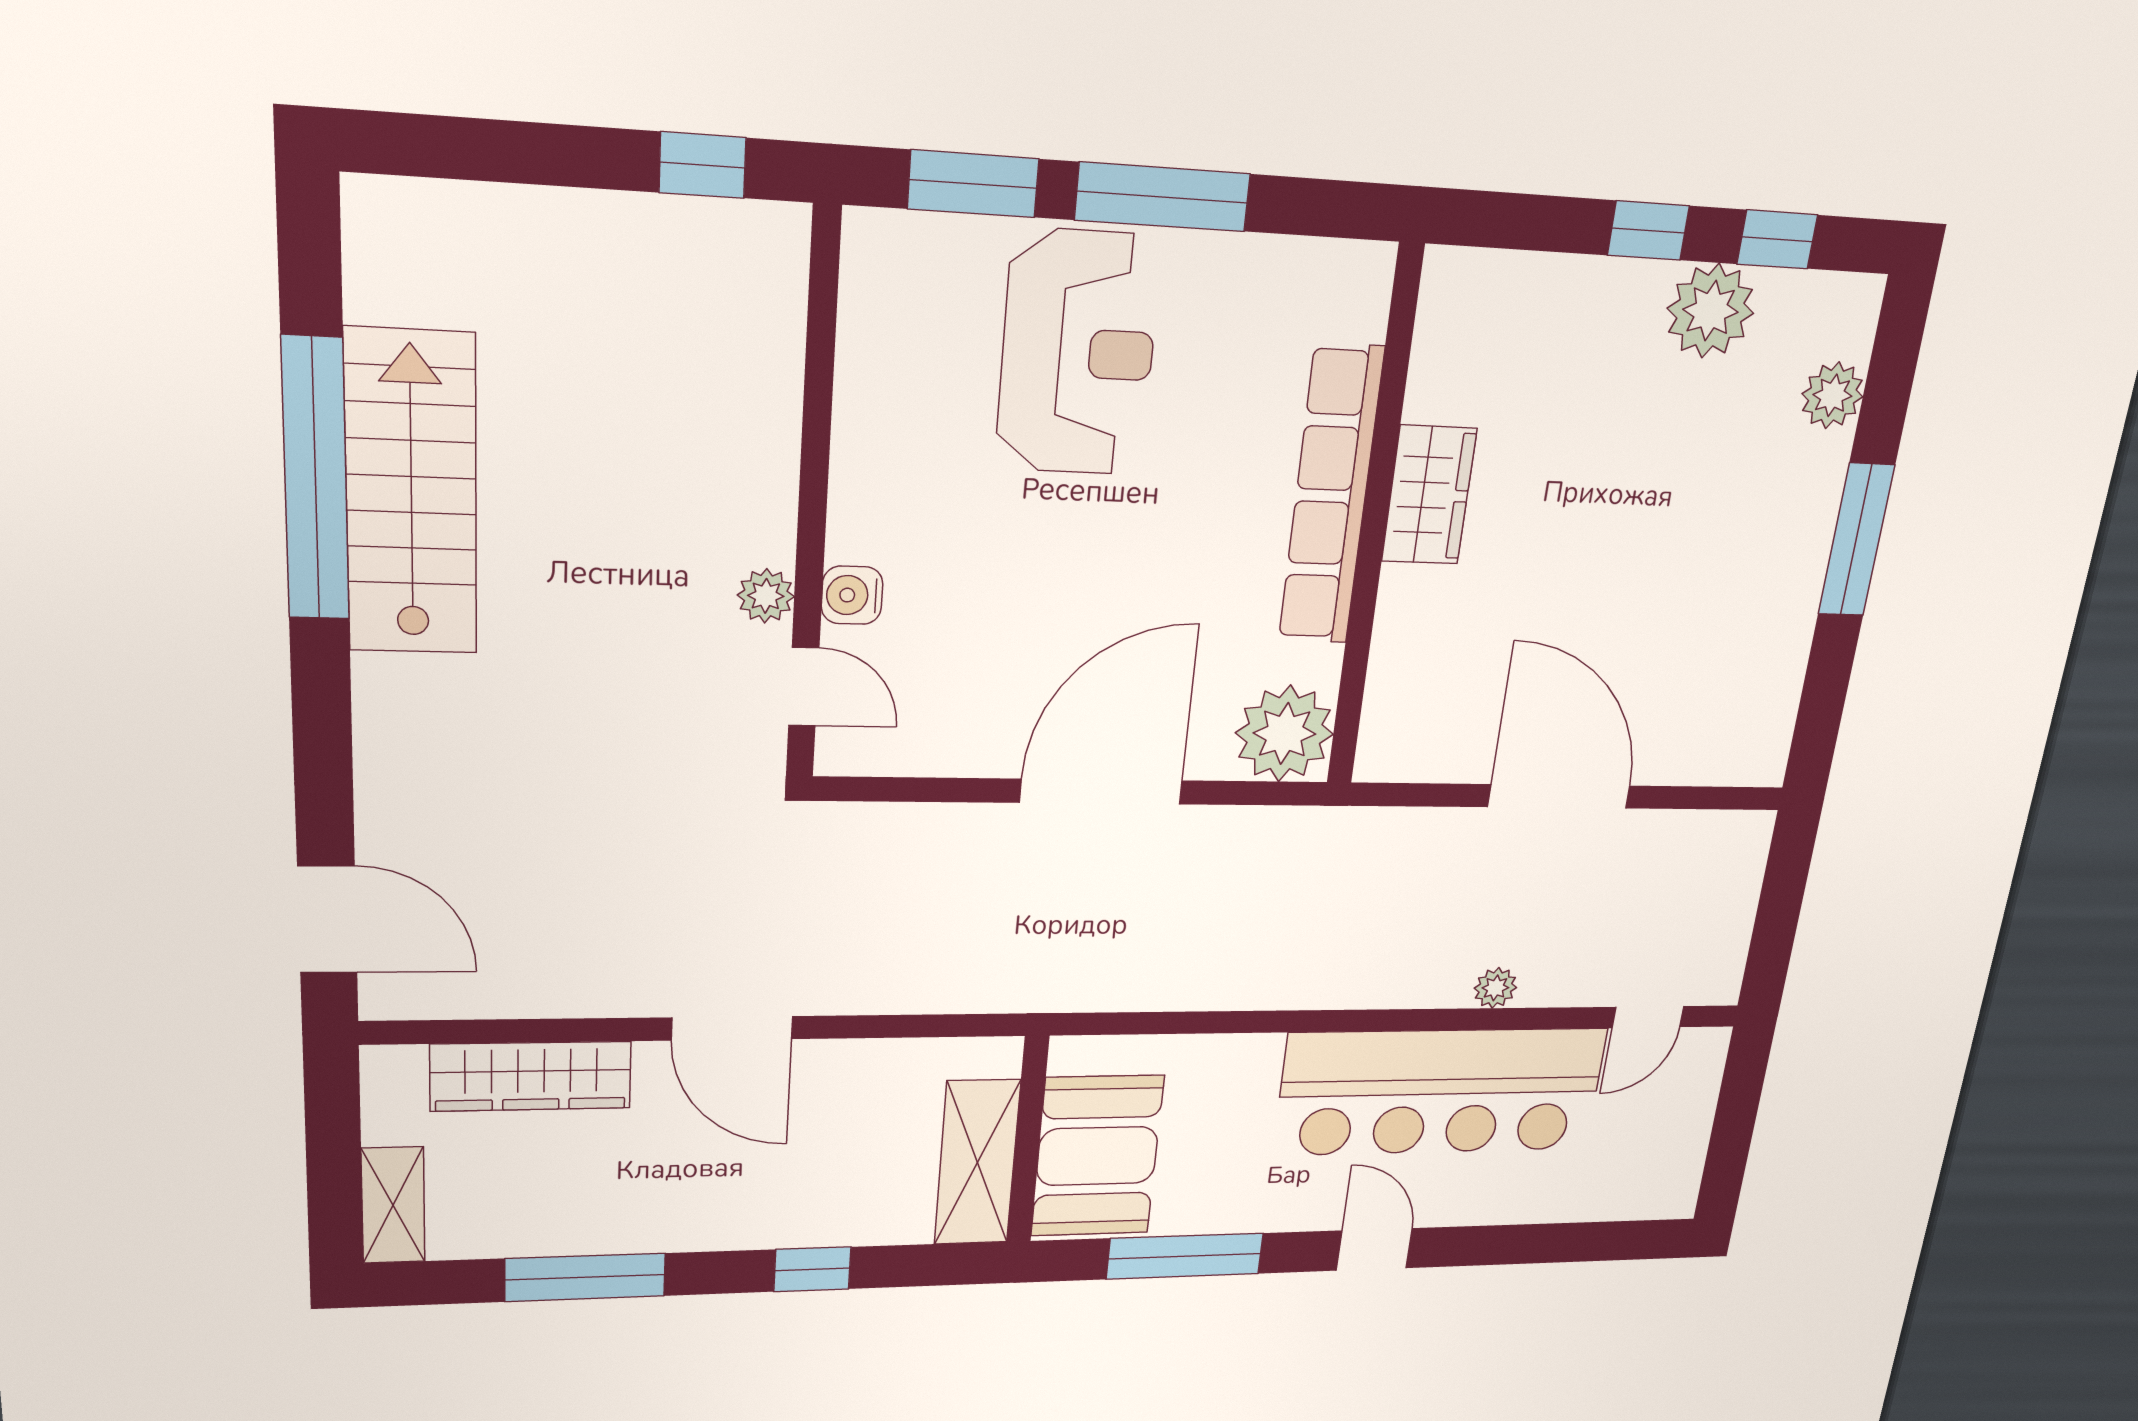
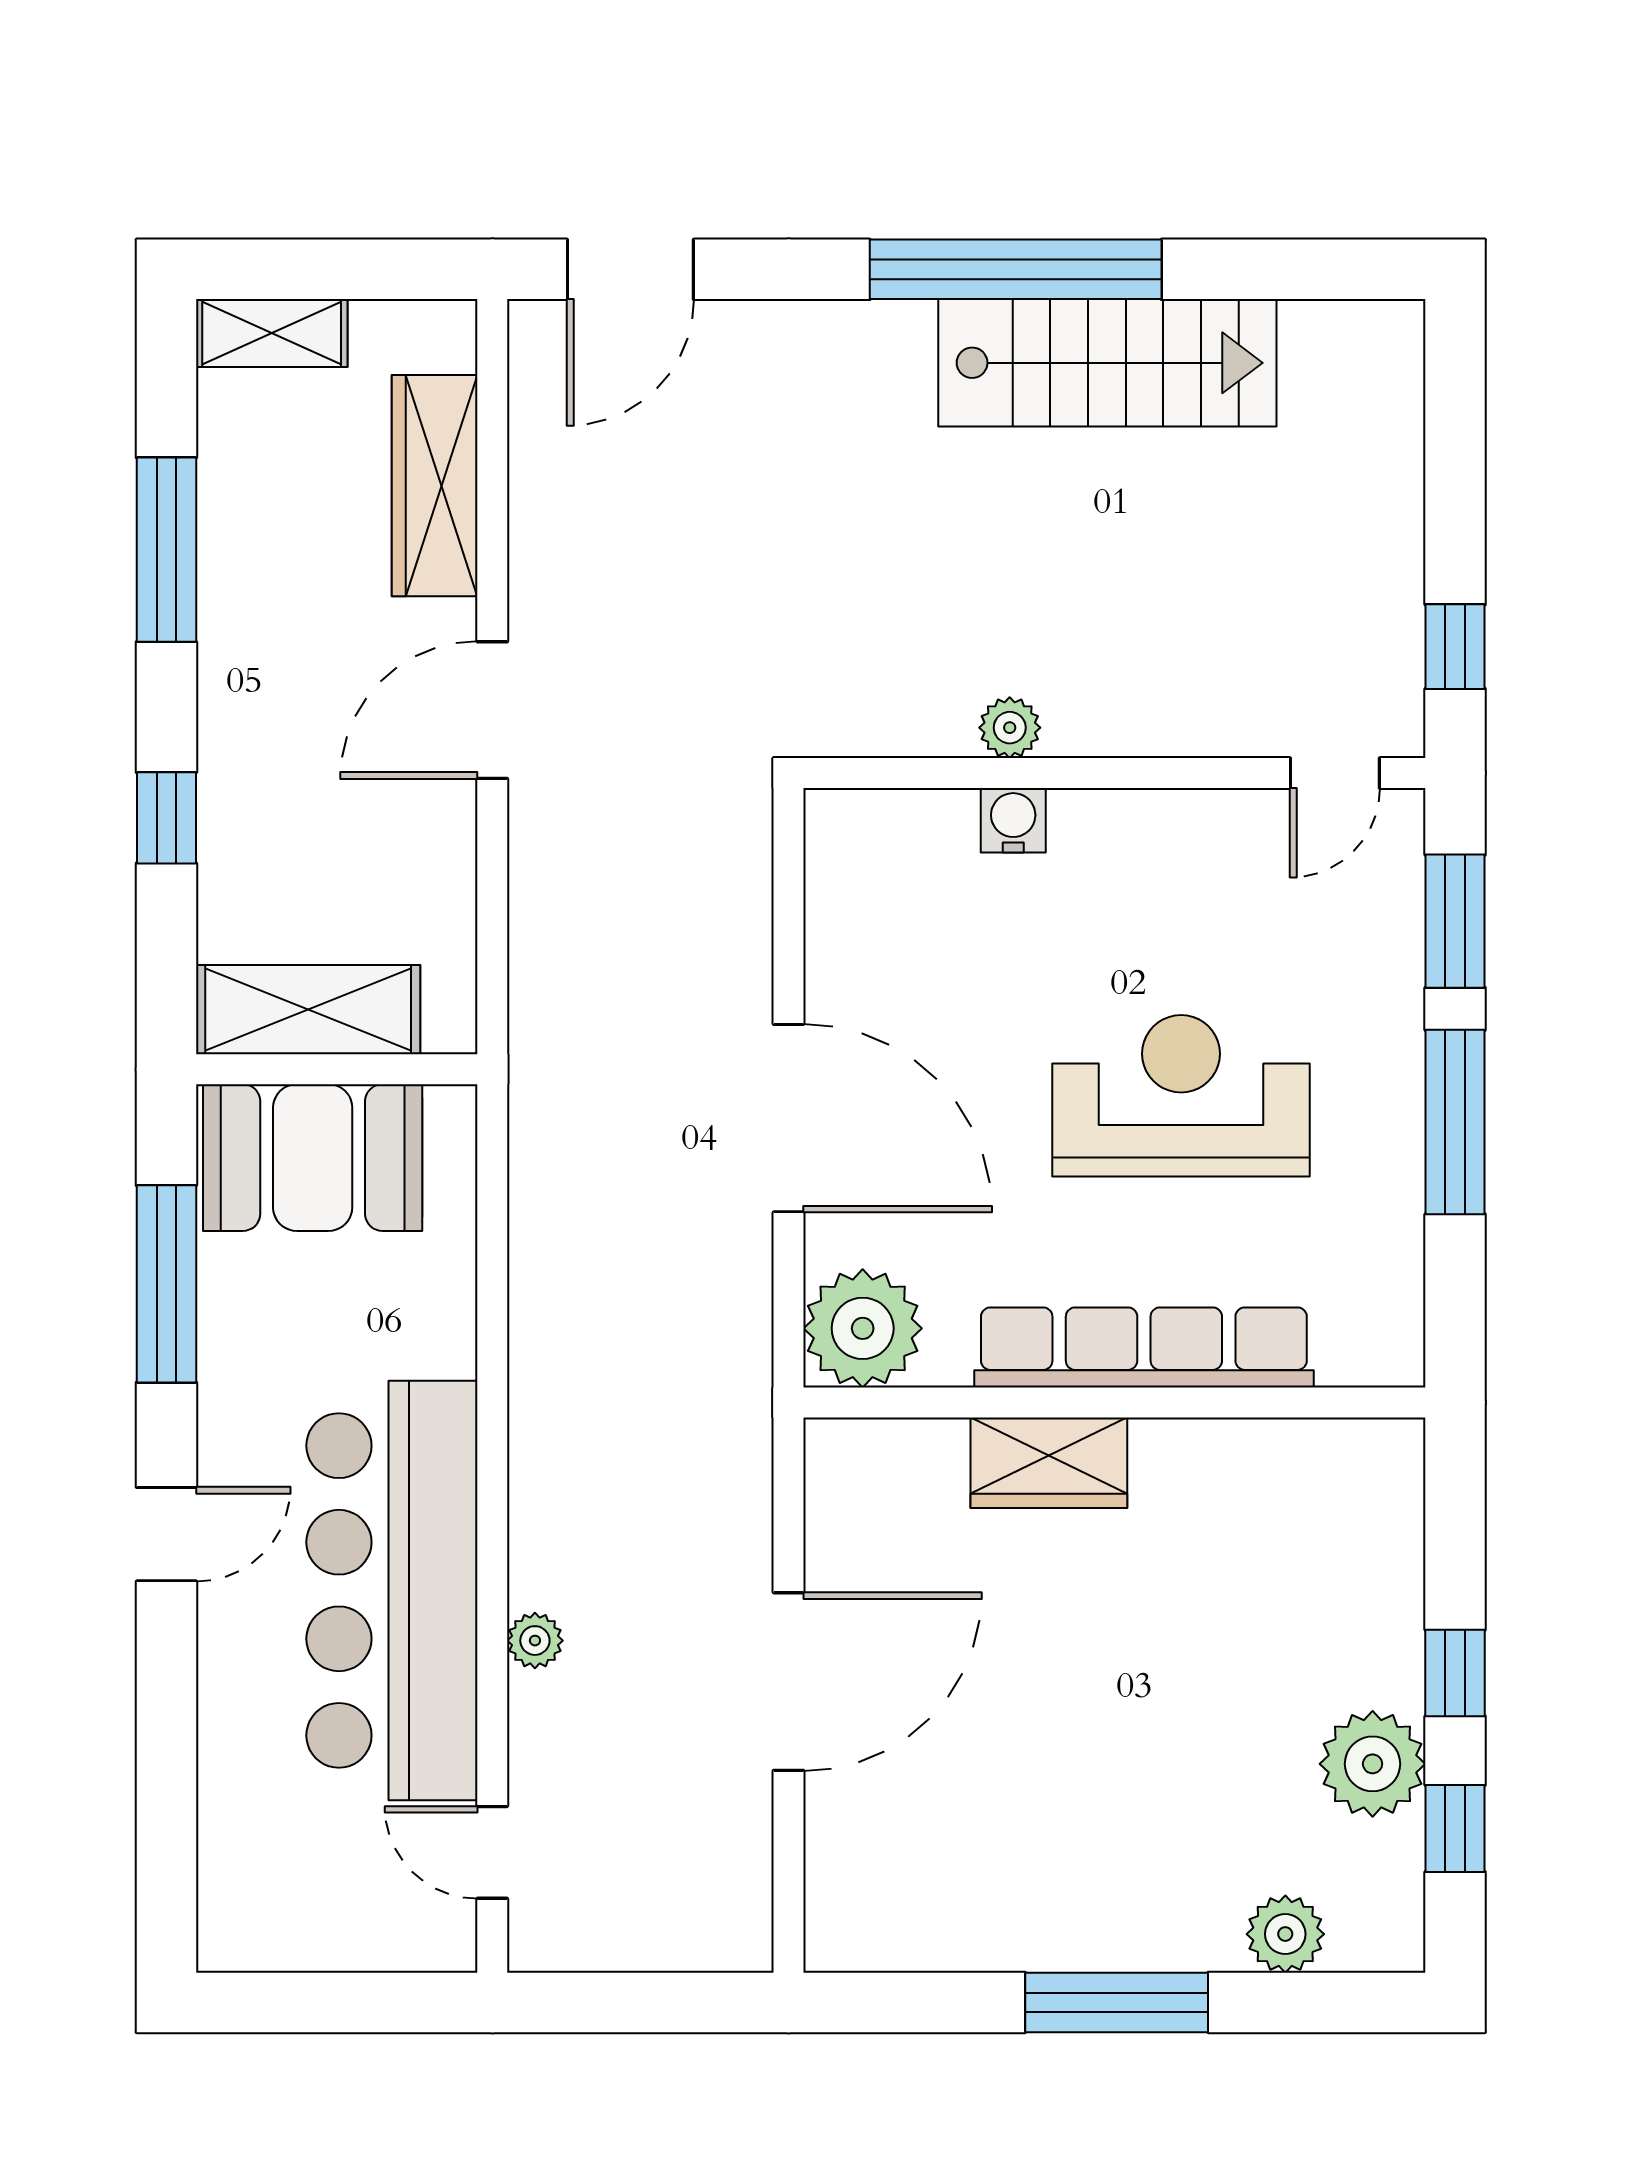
reception desk: (1078, 353) -> (1181, 1096), moved, turned 180
window: (316, 480) -> (1016, 269), moved
wardrobe: (1429, 495) -> (1049, 1463), moved
door: (804, 687) -> (1335, 773), moved

